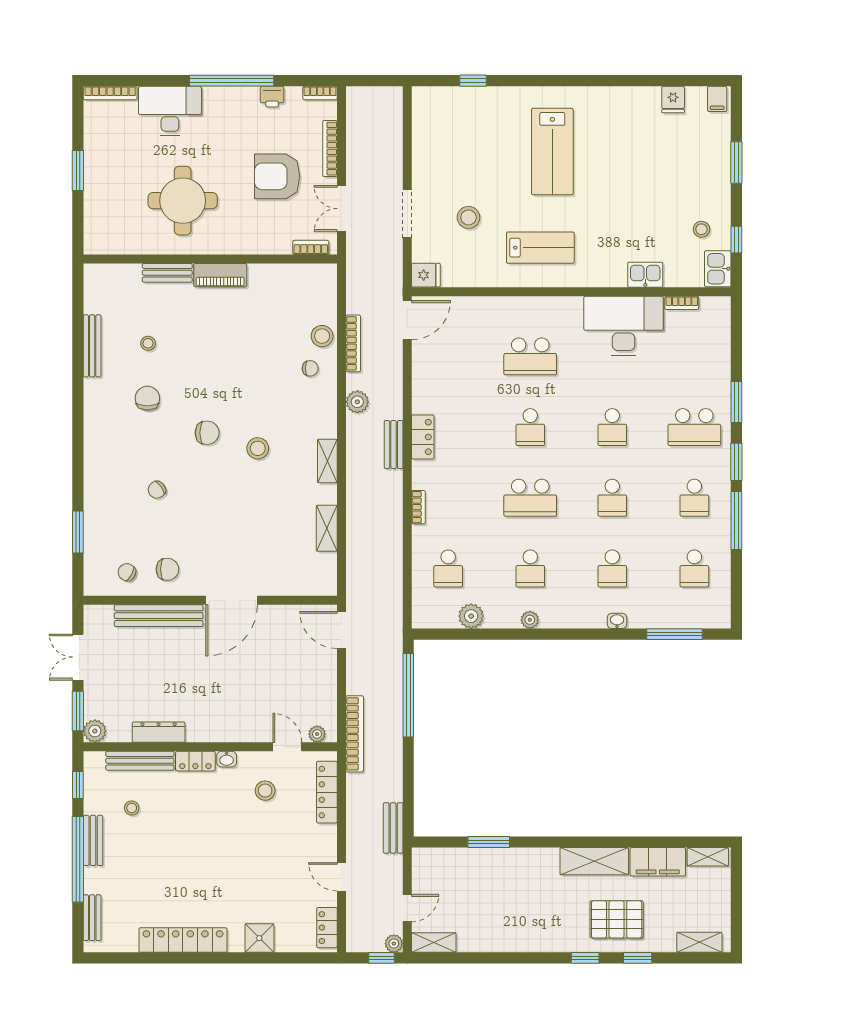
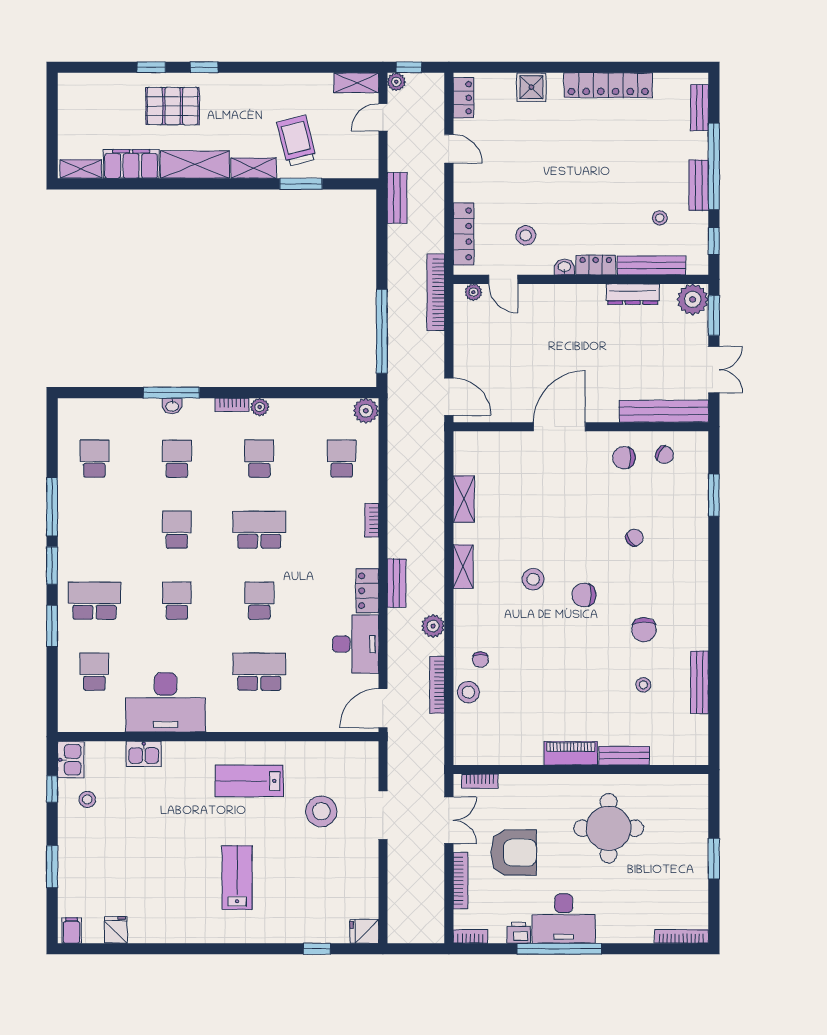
desk: (170, 111) -> (564, 919), moved
lab bench: (552, 152) -> (237, 878), width x0.73, depth x0.72
stool: (469, 217) -> (321, 811), width x1.38, depth x1.38
fridge: (426, 275) -> (364, 931), moved
bookcase: (682, 303) -> (232, 405), moved, turned 180
chair: (310, 368) -> (480, 660), turned -90
desk: (434, 384) -> (356, 644), added
school desk: (694, 498) -> (94, 672), moved
bench: (159, 616) -> (664, 411), moved
plant: (471, 616) -> (366, 411), moved
window: (675, 634) -> (171, 393), moved
plant: (95, 731) -> (693, 299), width x1.36, depth x1.36
trolley: (493, 885) -> (297, 141), added
shelving: (699, 942) -> (254, 168), moved

